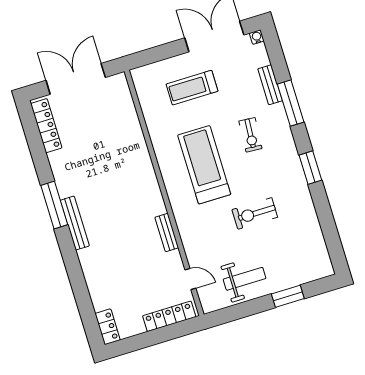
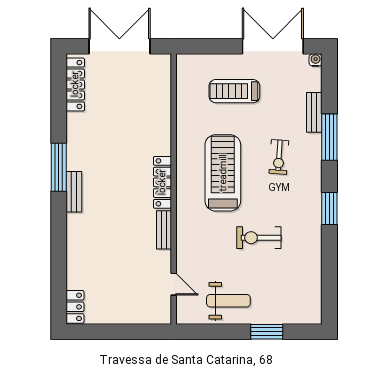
bench: (75, 223) -> (74, 192), width x0.73
locker: (169, 316) -> (162, 182), moved, turned -90

